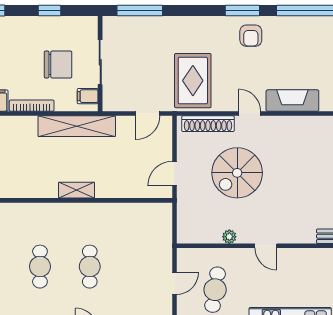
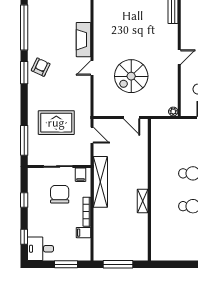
armchair: (251, 36) -> (41, 67), turned -65
rug: (193, 81) -> (56, 123), moved
shoe rack: (208, 124) -> (99, 95), removed
spiral stairs: (237, 173) -> (131, 76), turned 90
shelving: (77, 190) -> (143, 201), moved
plant: (229, 237) -> (173, 111), moved

